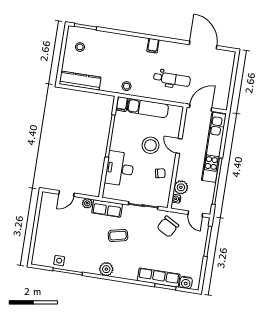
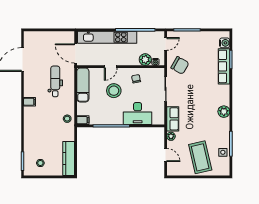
exam couch: (148, 108) -> (83, 85), moved
coffee table: (118, 236) -> (200, 157), moved, width x1.86, depth x1.72

